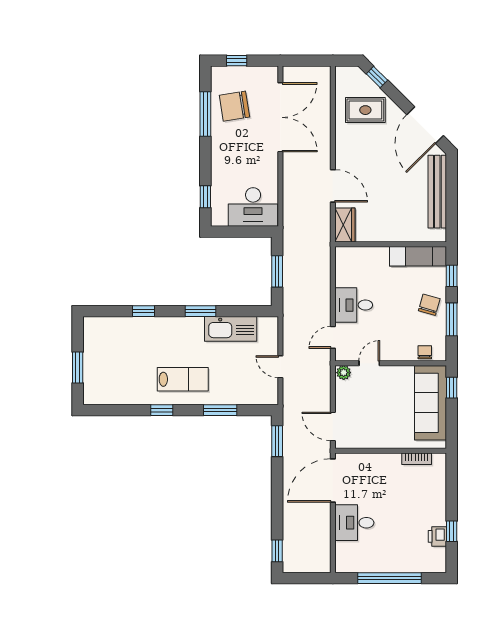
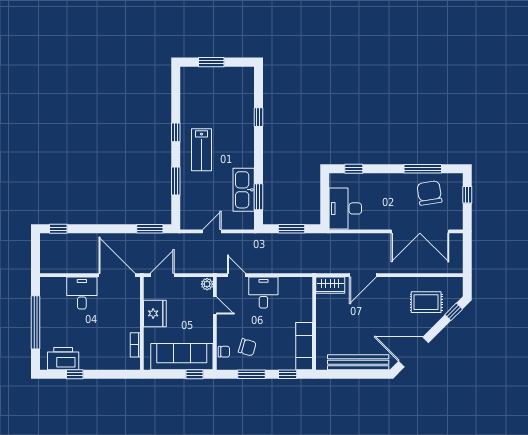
rug: (365, 110) -> (426, 302), turned 90
chair: (429, 305) -> (247, 347), moved
window: (201, 311) -> (258, 197), moved
fridge: (379, 435) -> (155, 313), added
printer: (437, 536) -> (63, 359), width x1.87, depth x1.48

